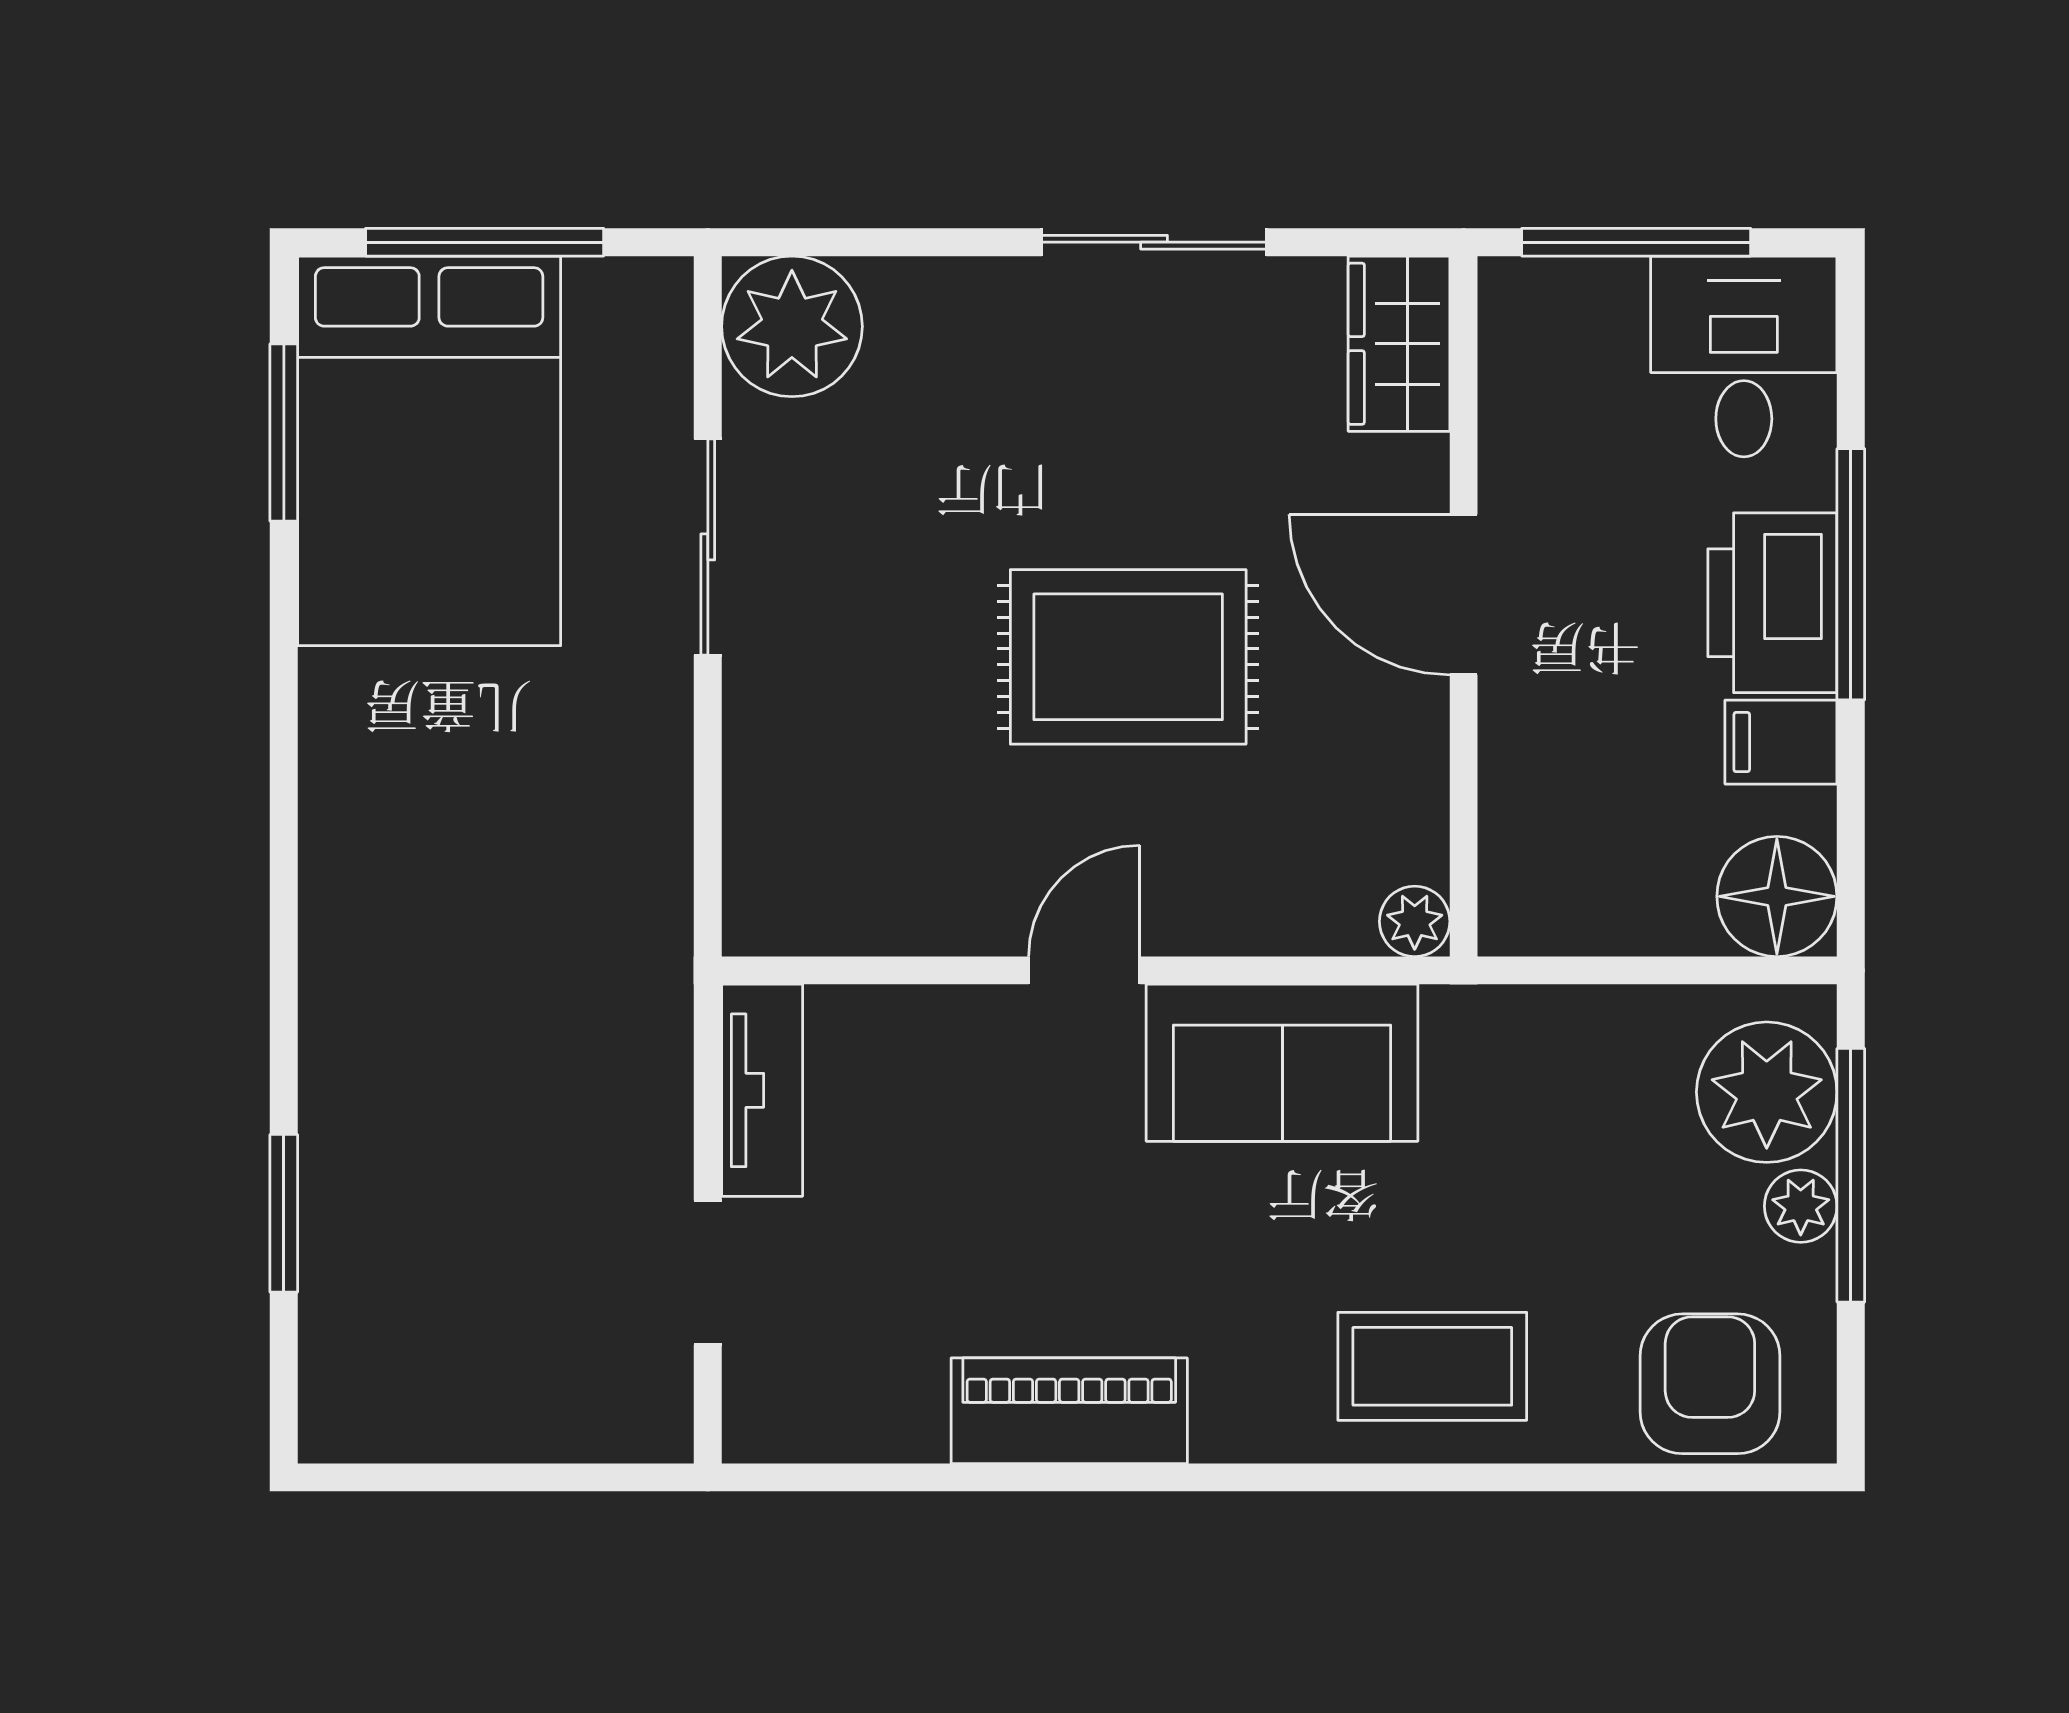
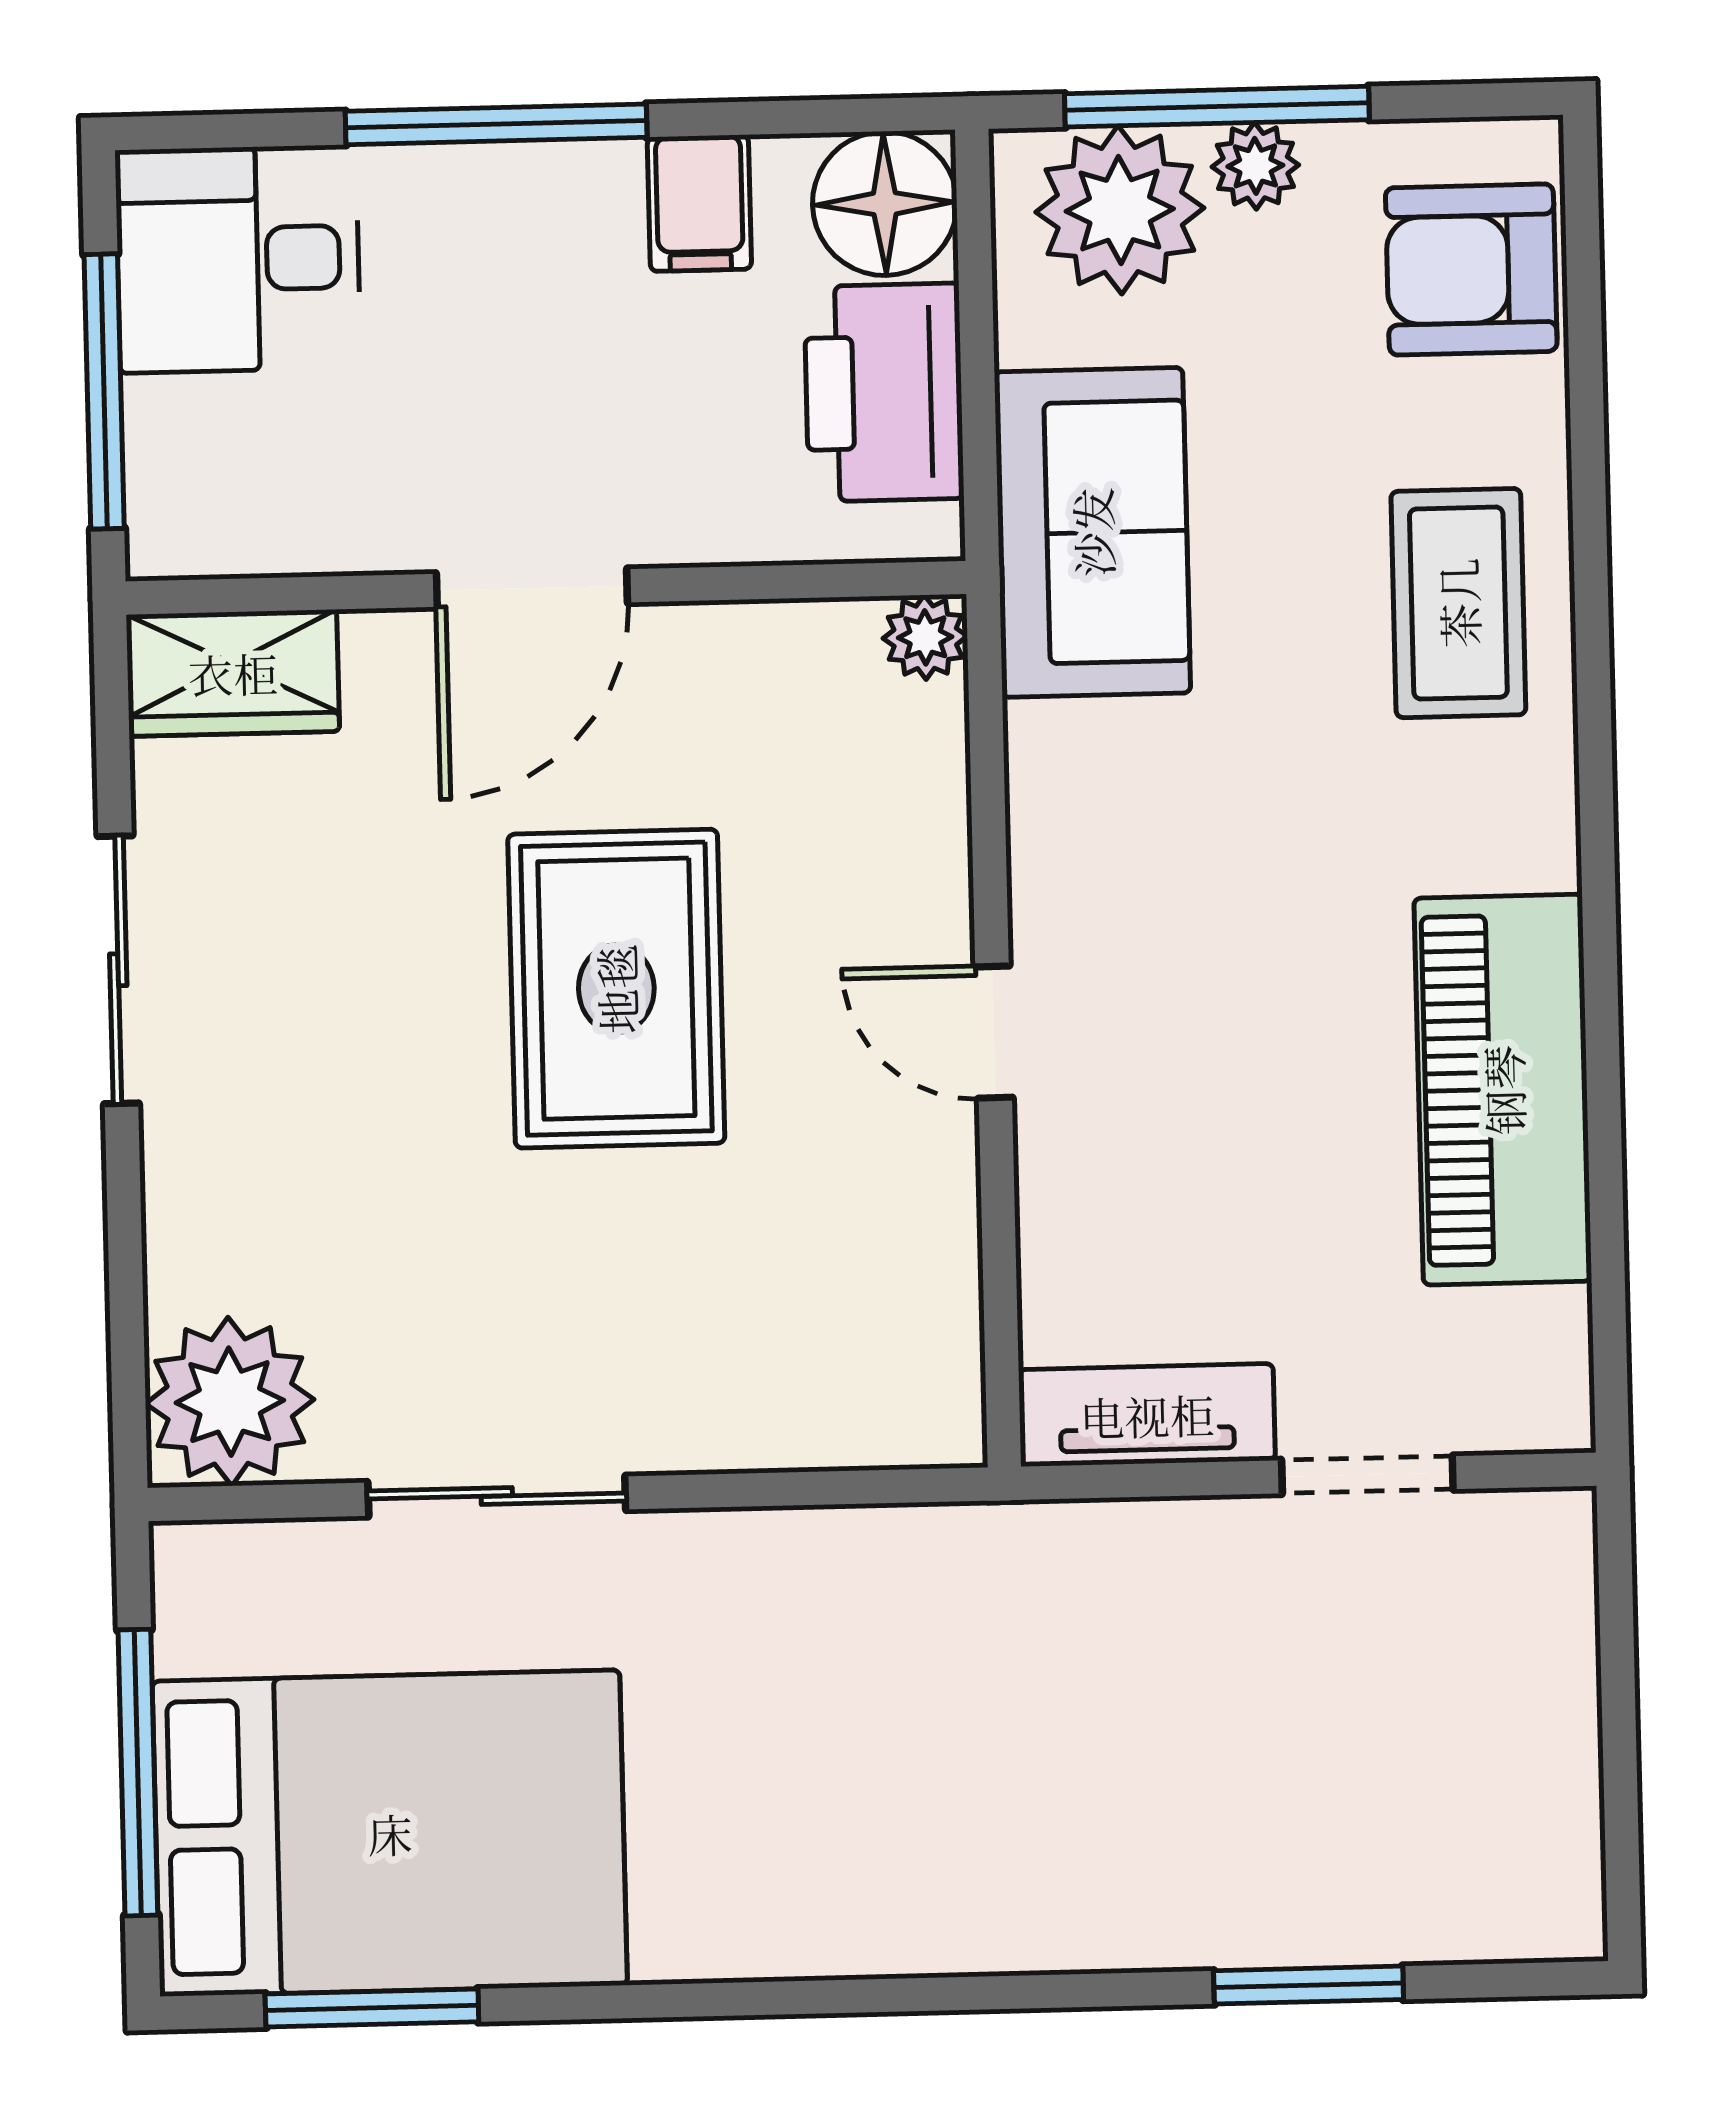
printer: (1772, 603) -> (884, 392), moved, turned 90
sofa: (1282, 1063) -> (1092, 532), moved
piano: (1069, 1411) -> (1503, 1090), width x1.37, depth x1.33

